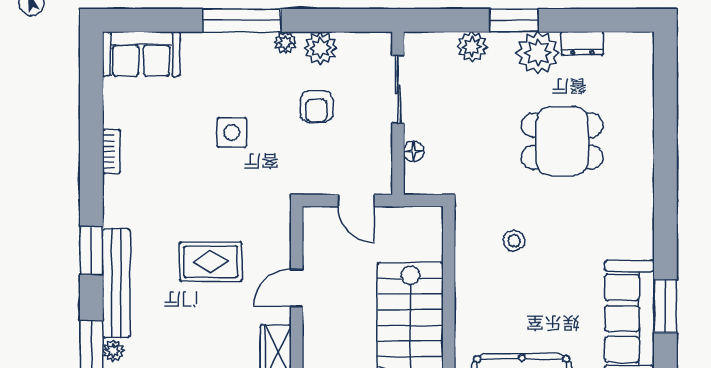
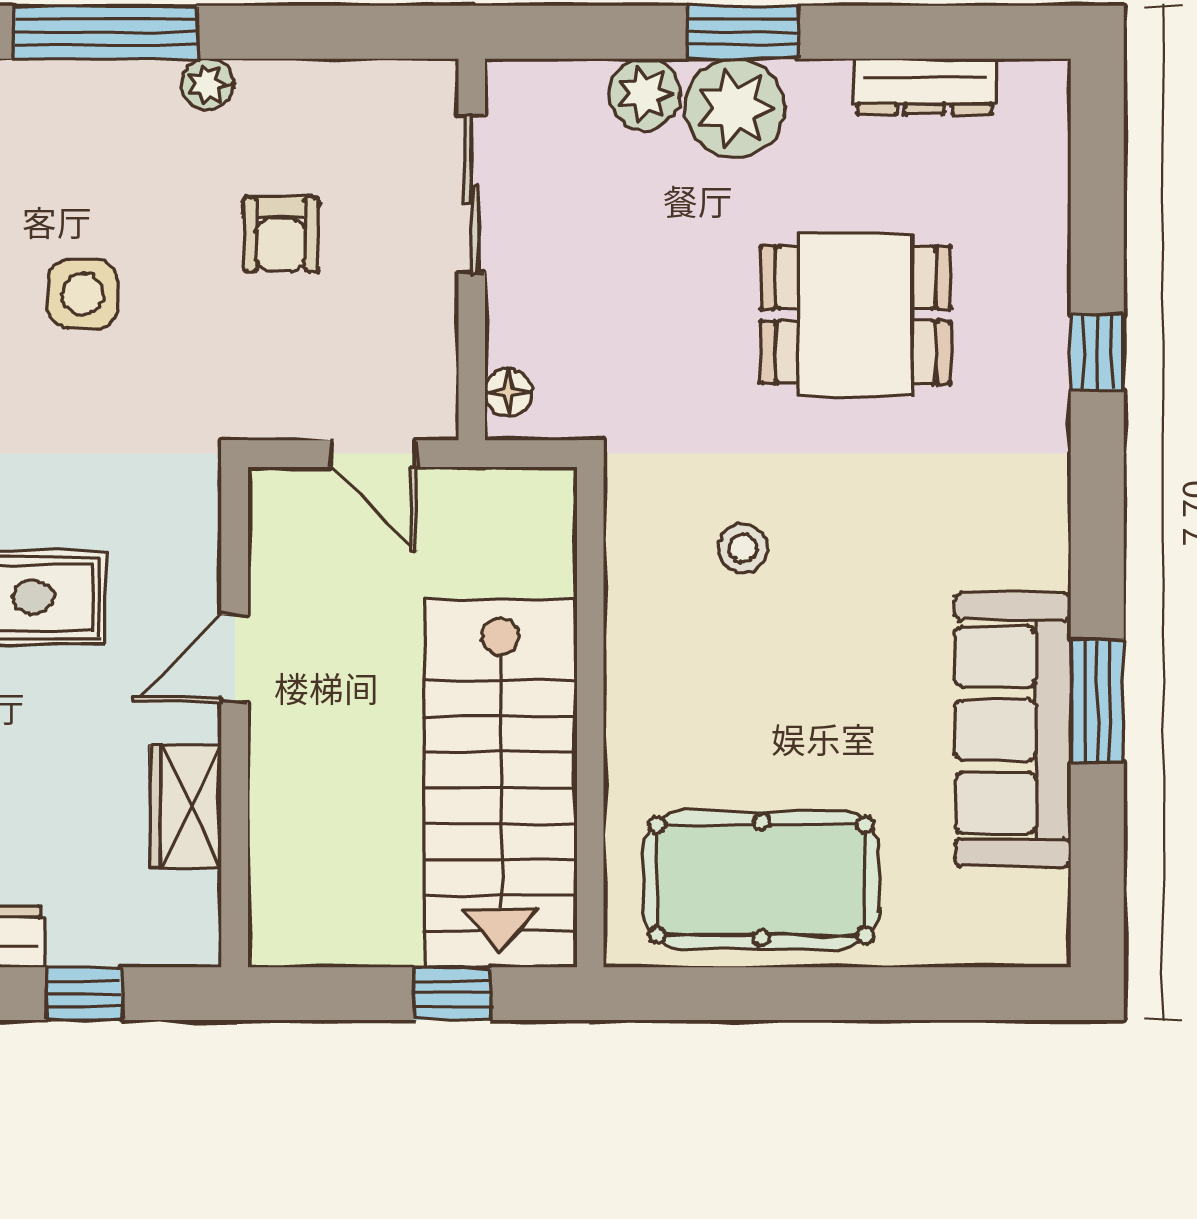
dresser: (582, 43) -> (924, 86), width x1.44
plant: (320, 48) -> (290, 97), removed
plant: (538, 53) -> (735, 108), moved
floor lamp: (414, 151) -> (509, 392), moved
window: (665, 157) -> (1097, 353), added

